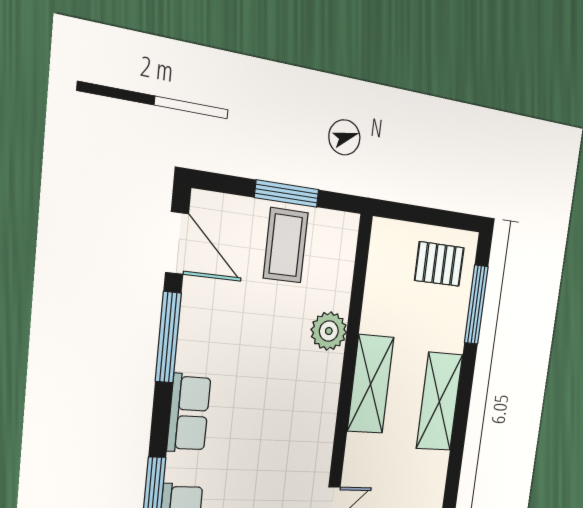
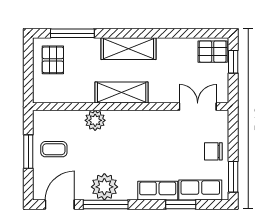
coffee table: (286, 245) -> (54, 149), width x0.73, depth x0.77
plant: (204, 338) -> (104, 187), added
row of seats: (189, 413) -> (158, 191), moved

